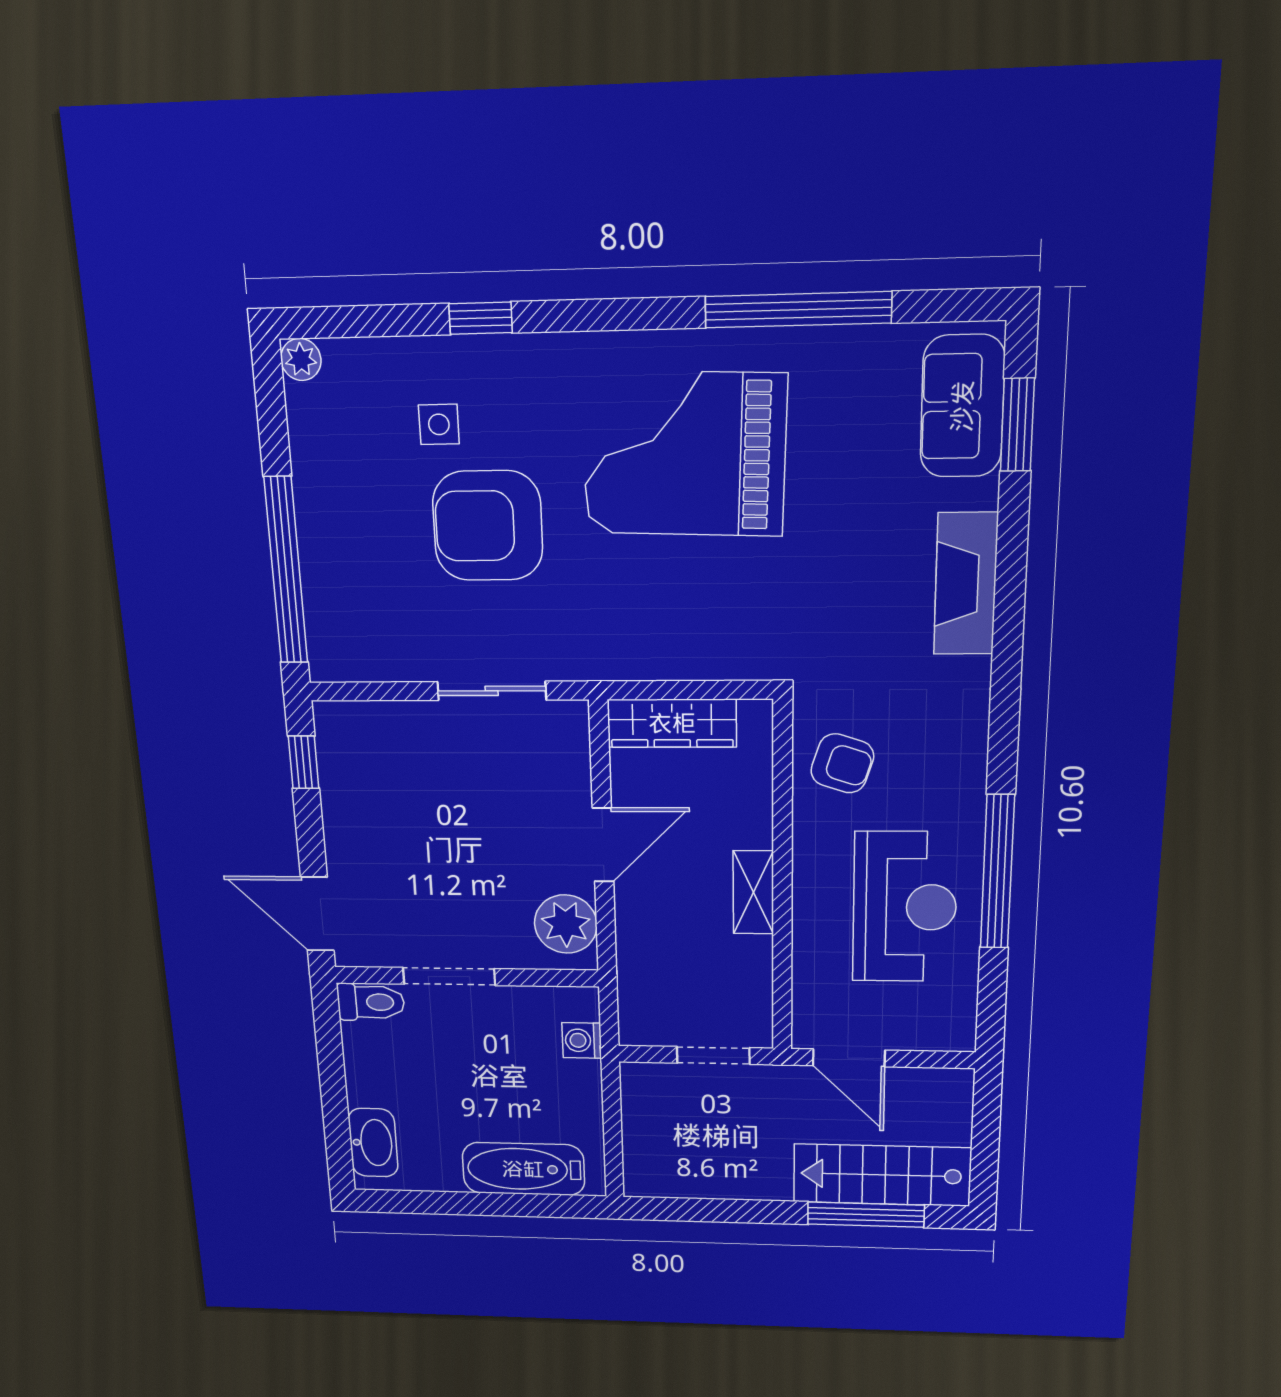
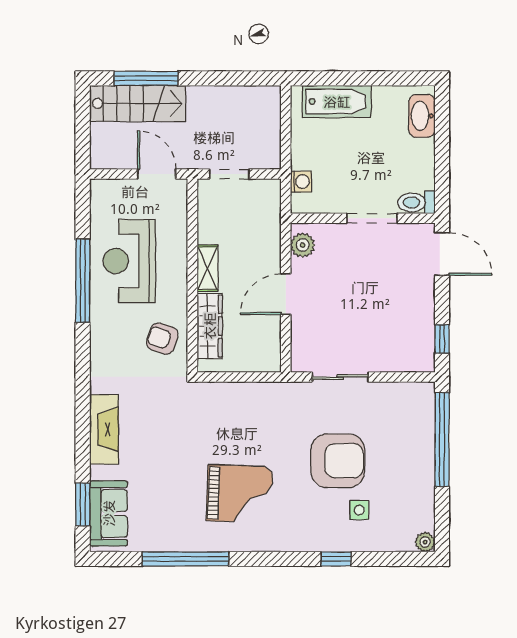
grand piano: (685, 454) -> (240, 494), width x0.73, depth x0.68
wardrobe: (672, 723) -> (210, 326), moved, turned 90
plant: (566, 924) -> (303, 245), width x0.73, depth x0.73

